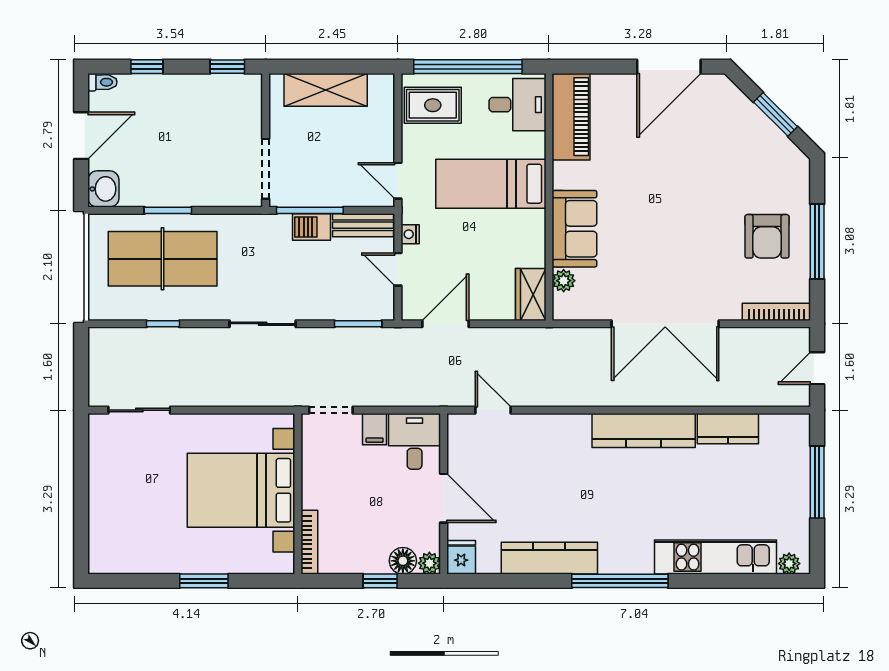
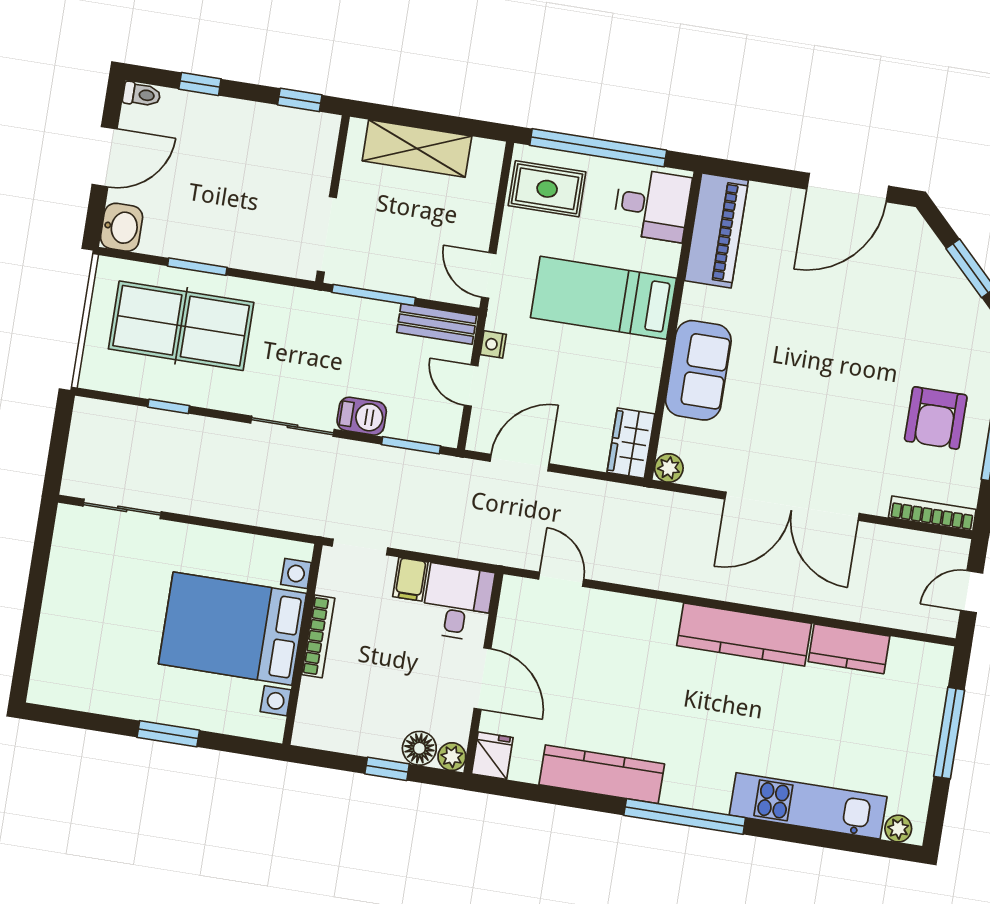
barbecue: (312, 227) -> (362, 416), moved, turned 180
plant: (564, 281) -> (669, 468), moved
bookcase: (309, 542) -> (318, 636), moved

